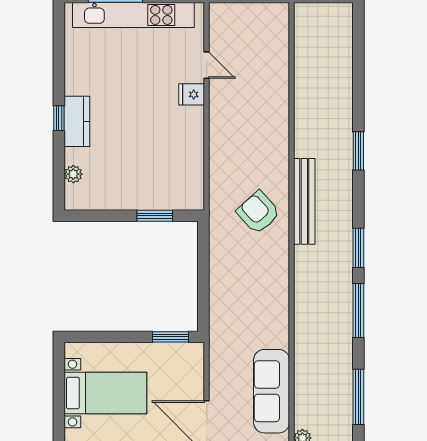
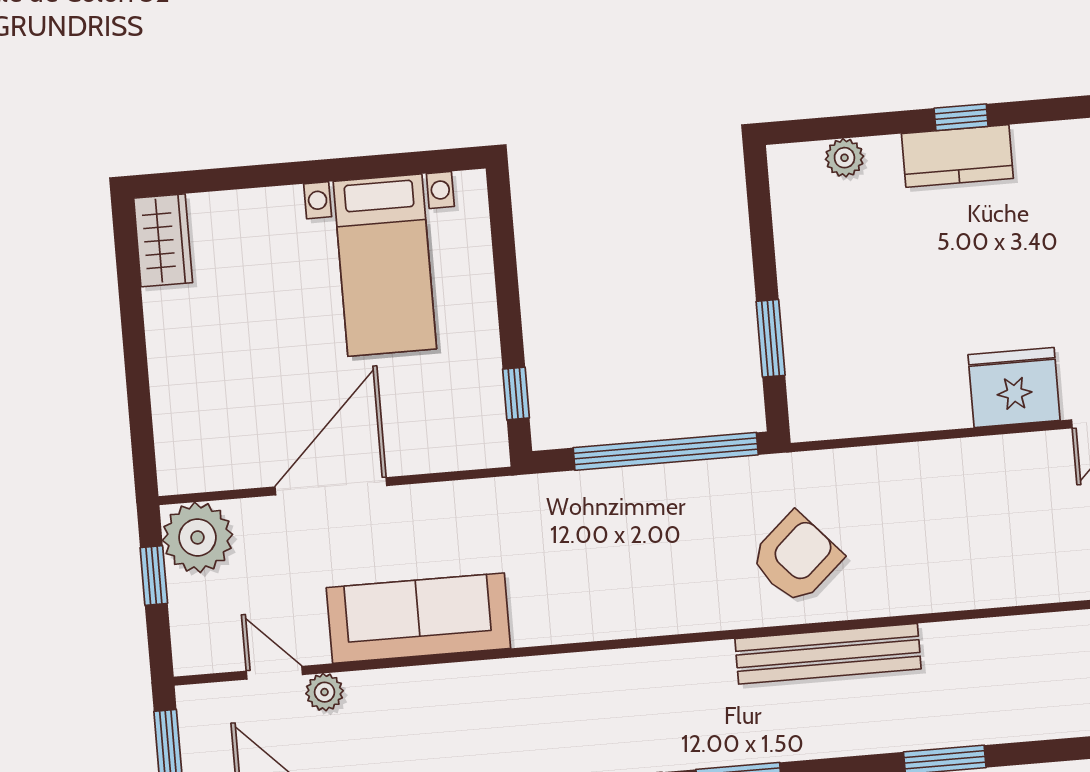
fridge: (192, 94) -> (1014, 388), width x1.88, depth x1.34
window: (203, 269) -> (666, 451), added
window: (170, 337) -> (516, 394), width x0.67

